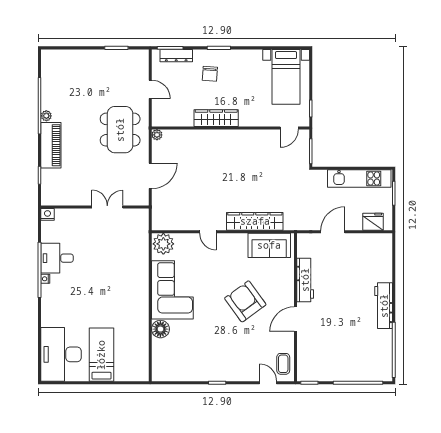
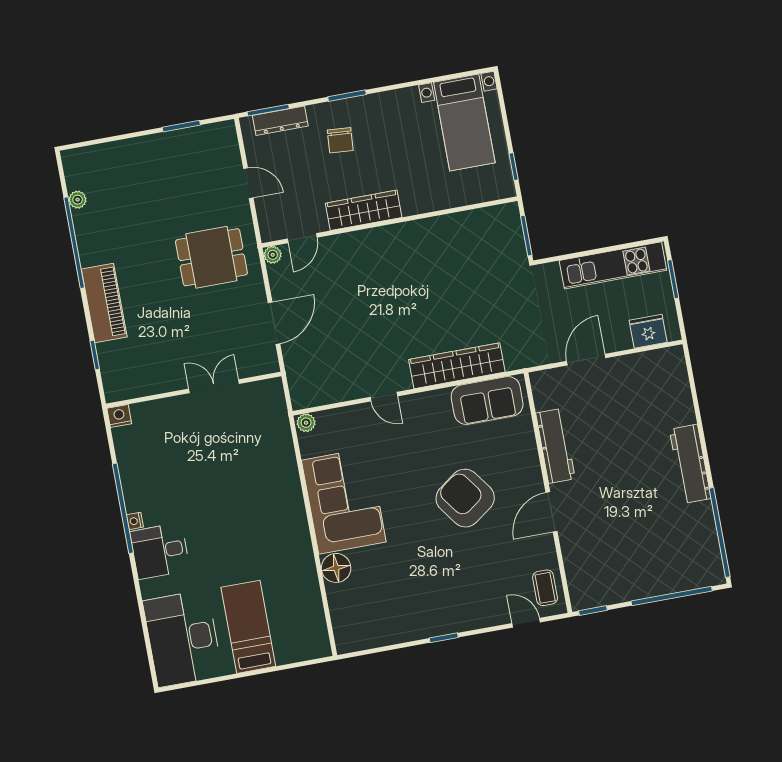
plant: (46, 116) -> (78, 200), moved
door: (289, 128) -> (302, 238), moved
dining table: (120, 130) -> (211, 257), width x0.73
plant: (163, 244) -> (306, 423), width x0.53, depth x0.53
desk: (57, 258) -> (160, 551), moved

